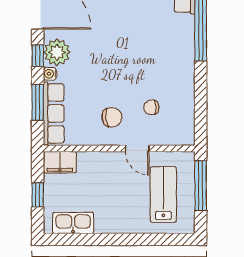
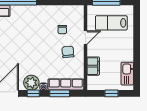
filing cabinet: (60, 162) -> (93, 66), moved

